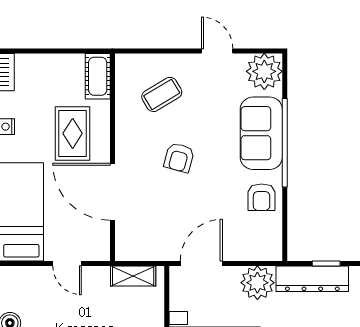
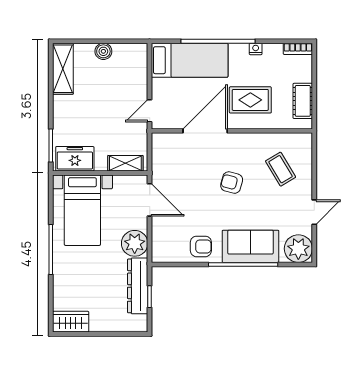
cot: (98, 76) -> (303, 101), moved, turned 90
armchair: (262, 197) -> (201, 246), turned 180
door: (67, 263) -> (150, 111), moved
shelving: (133, 276) -> (125, 163), moved, turned 90

